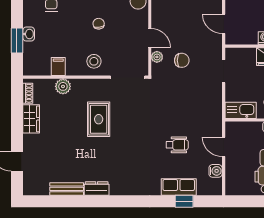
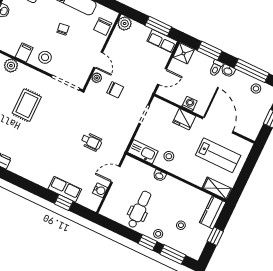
door: (224, 24) -> (162, 77), swing flipped
filing cabinet: (58, 67) -> (24, 52), moved
wheelchair: (177, 145) -> (91, 142), moved
door: (224, 147) -> (116, 174), hinge flipped

